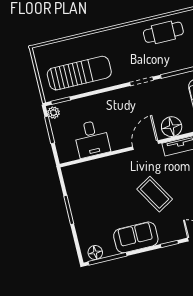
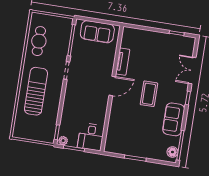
sun lounger: (79, 73) -> (36, 91), moved
floor lamp: (172, 127) -> (107, 63), removed
desk: (92, 139) -> (91, 137), moved, turned 90
door: (146, 145) -> (112, 86), swing flipped
coffee table: (155, 194) -> (149, 94), turned -59

